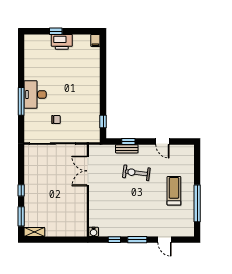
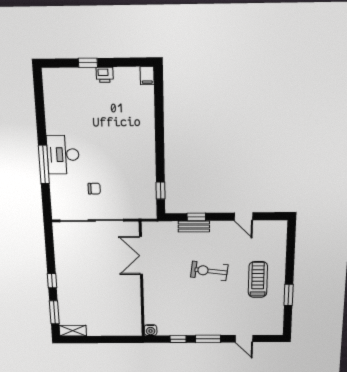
printer: (62, 42) -> (105, 75), width x0.53, depth x0.68
exercise bike: (136, 173) -> (209, 271), moved
window: (197, 203) -> (289, 295), width x0.47

